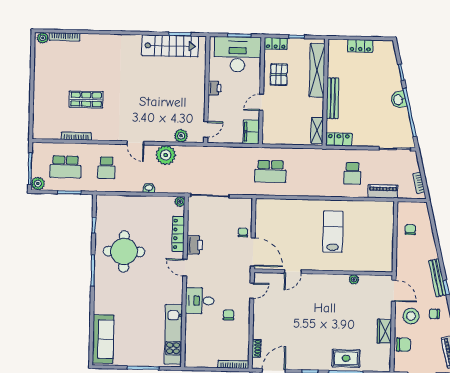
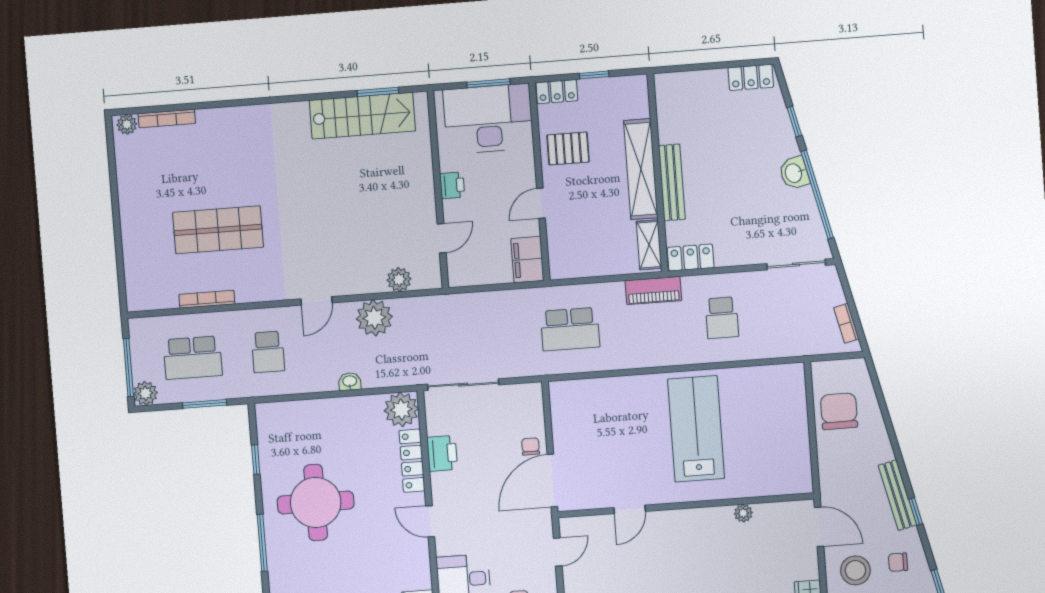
locker: (360, 46) -> (751, 77), moved
shelving: (317, 70) -> (641, 169), moved
pallet: (279, 75) -> (568, 148), turned 90
shop shelf: (86, 99) -> (218, 230), width x1.43, depth x1.36
door: (206, 129) -> (442, 238), moved
door: (135, 143) -> (317, 301), hinge flipped
piano: (383, 191) -> (653, 291), moved, turned 180
plant: (180, 202) -> (401, 410), width x1.87, depth x1.87
chair: (410, 230) -> (839, 411), width x1.87, depth x1.87
lab bench: (333, 232) -> (696, 429), width x1.36, depth x1.39
printer: (195, 245) -> (442, 453), moved
door: (253, 252) -> (552, 481), swing flipped

